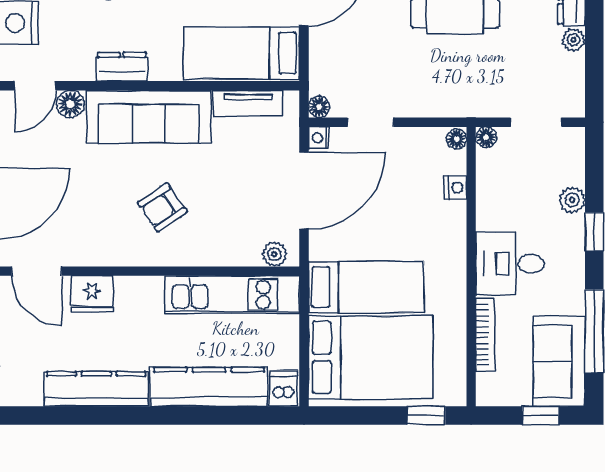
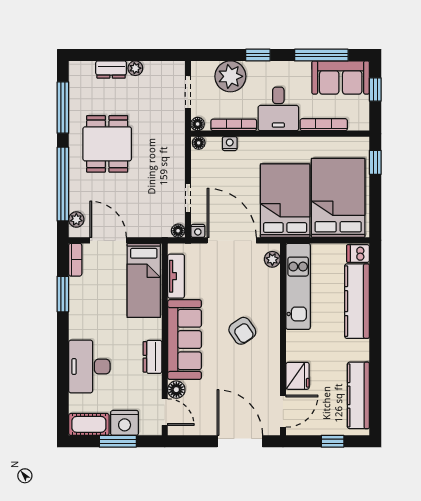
bookcase: (485, 194) -> (234, 125), added
plant: (572, 200) -> (230, 76), width x1.88, depth x1.88
bed: (366, 287) -> (285, 201), width x1.50
kitchen counter: (96, 389) -> (358, 395), moved

